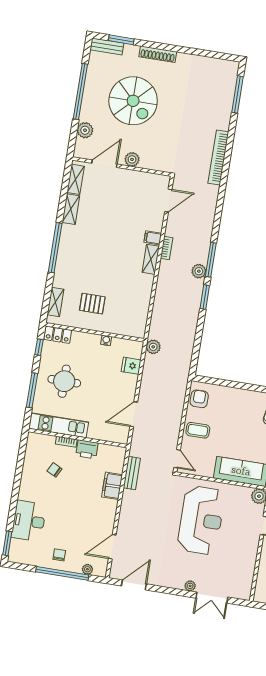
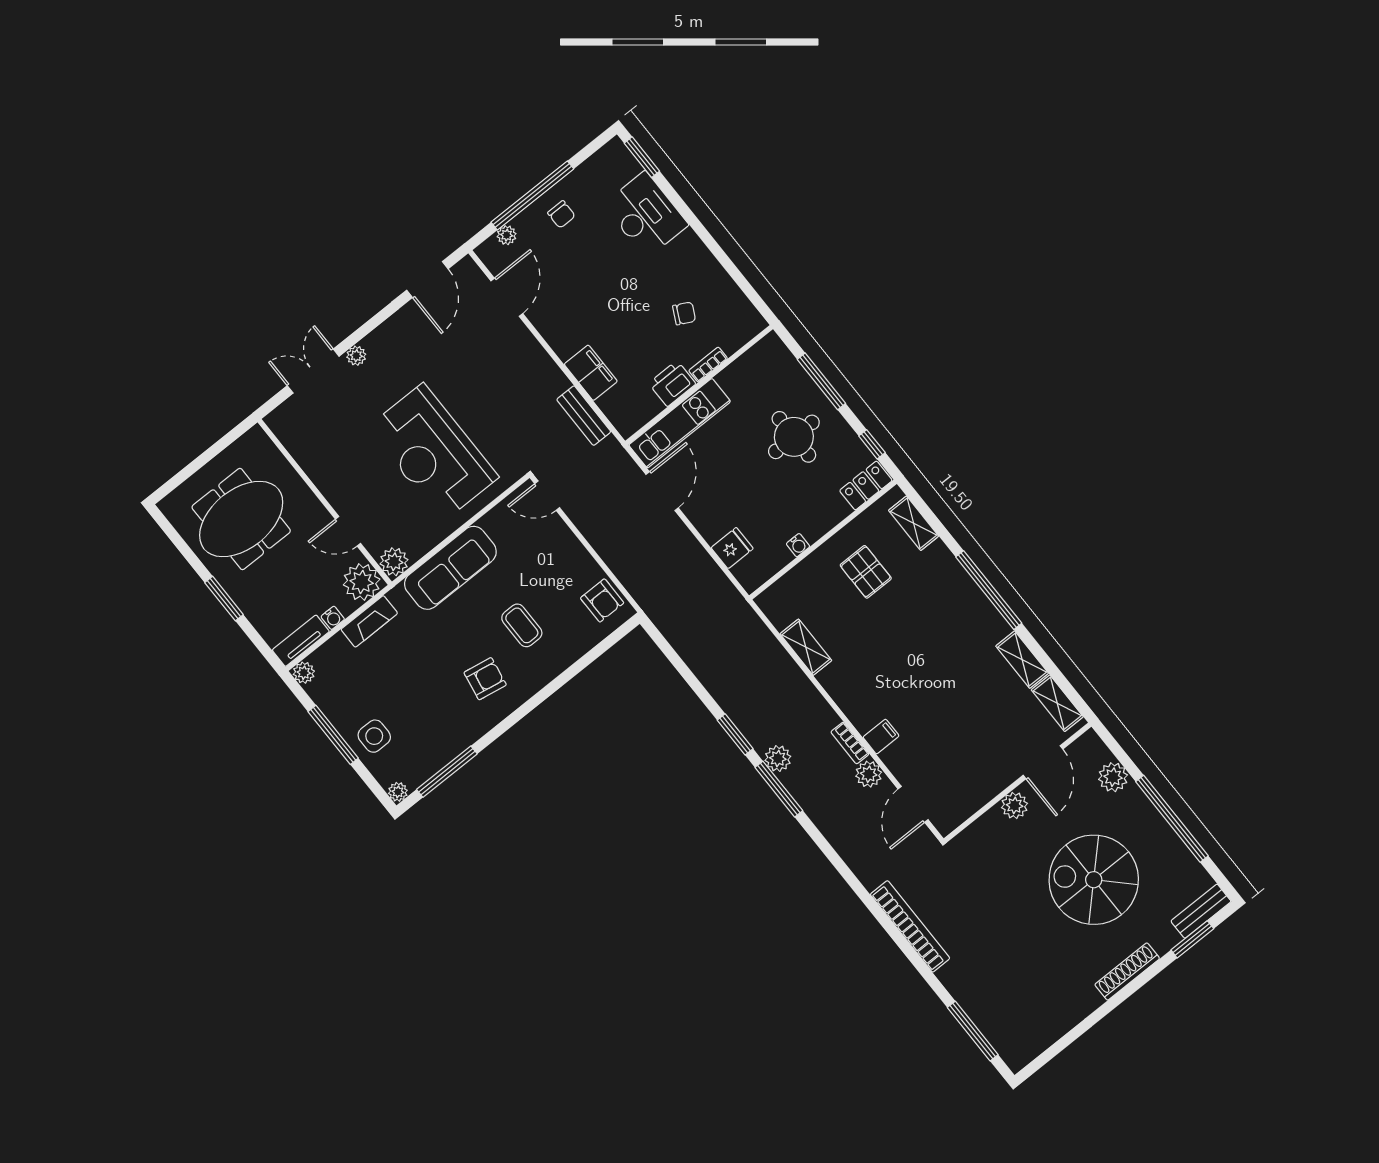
shelving: (151, 259) -> (806, 647), moved
pallet: (92, 304) -> (866, 572), turned 90
plant: (153, 347) -> (869, 774), moved
kitchen unit: (59, 425) -> (680, 423), moved
coffee table: (198, 430) -> (522, 625), moved, turned 90

